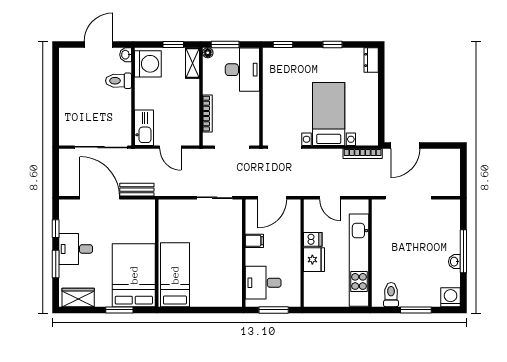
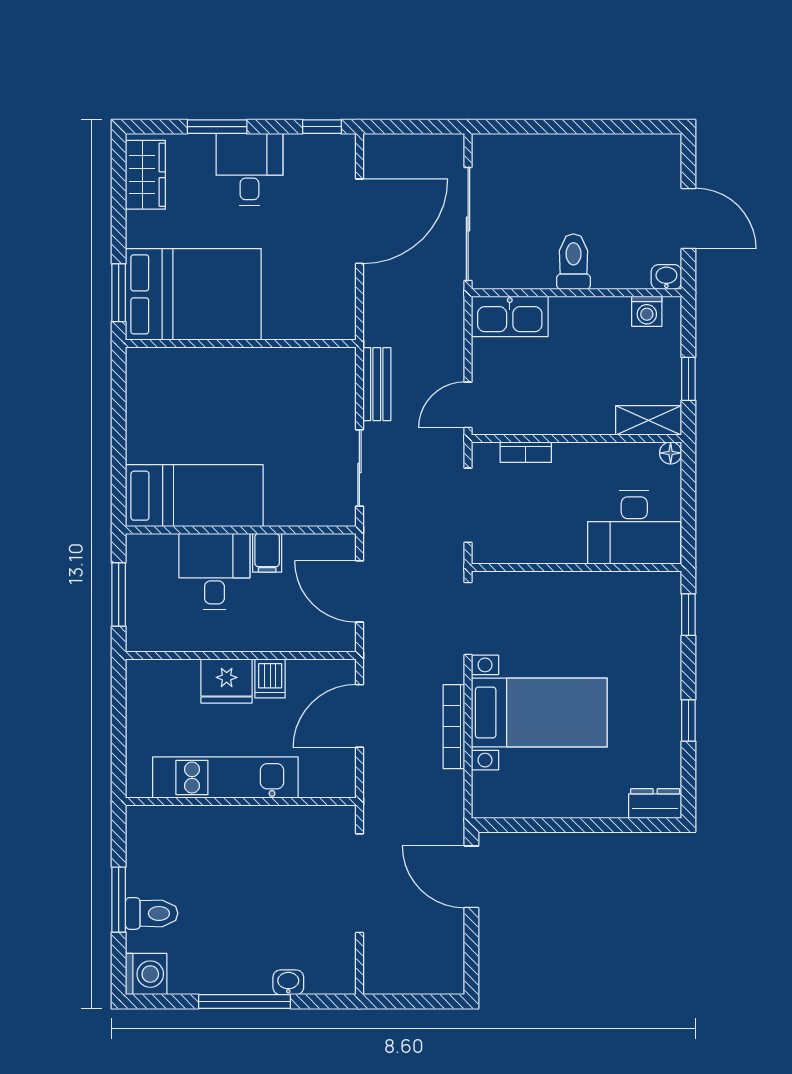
window: (225, 44) -> (688, 490), removed
washing machine: (148, 64) -> (647, 311), width x0.53, depth x0.53
toilet: (119, 81) -> (573, 262), moved
bookcase: (207, 114) -> (526, 452), width x0.64
door: (170, 147) -> (468, 405), moved
bookcase: (363, 154) -> (454, 727), moved
bench: (137, 190) -> (377, 384), moved
door: (330, 198) -> (359, 716), width x1.38
window: (56, 229) -> (322, 127), moved
kitchen unit: (359, 260) -> (225, 778), width x0.73
washbasin: (454, 262) -> (288, 982), moved
bed: (175, 275) -> (194, 496), moved
desk: (263, 283) -> (214, 572), moved
toilet: (391, 295) -> (152, 913), moved
window: (119, 310) -> (119, 293), moved

